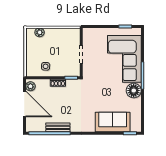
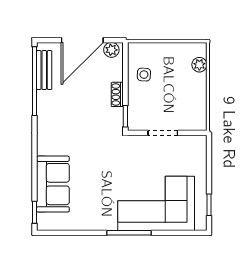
floor lamp: (134, 91) -> (104, 219), removed
bench: (58, 127) -> (44, 70), moved

